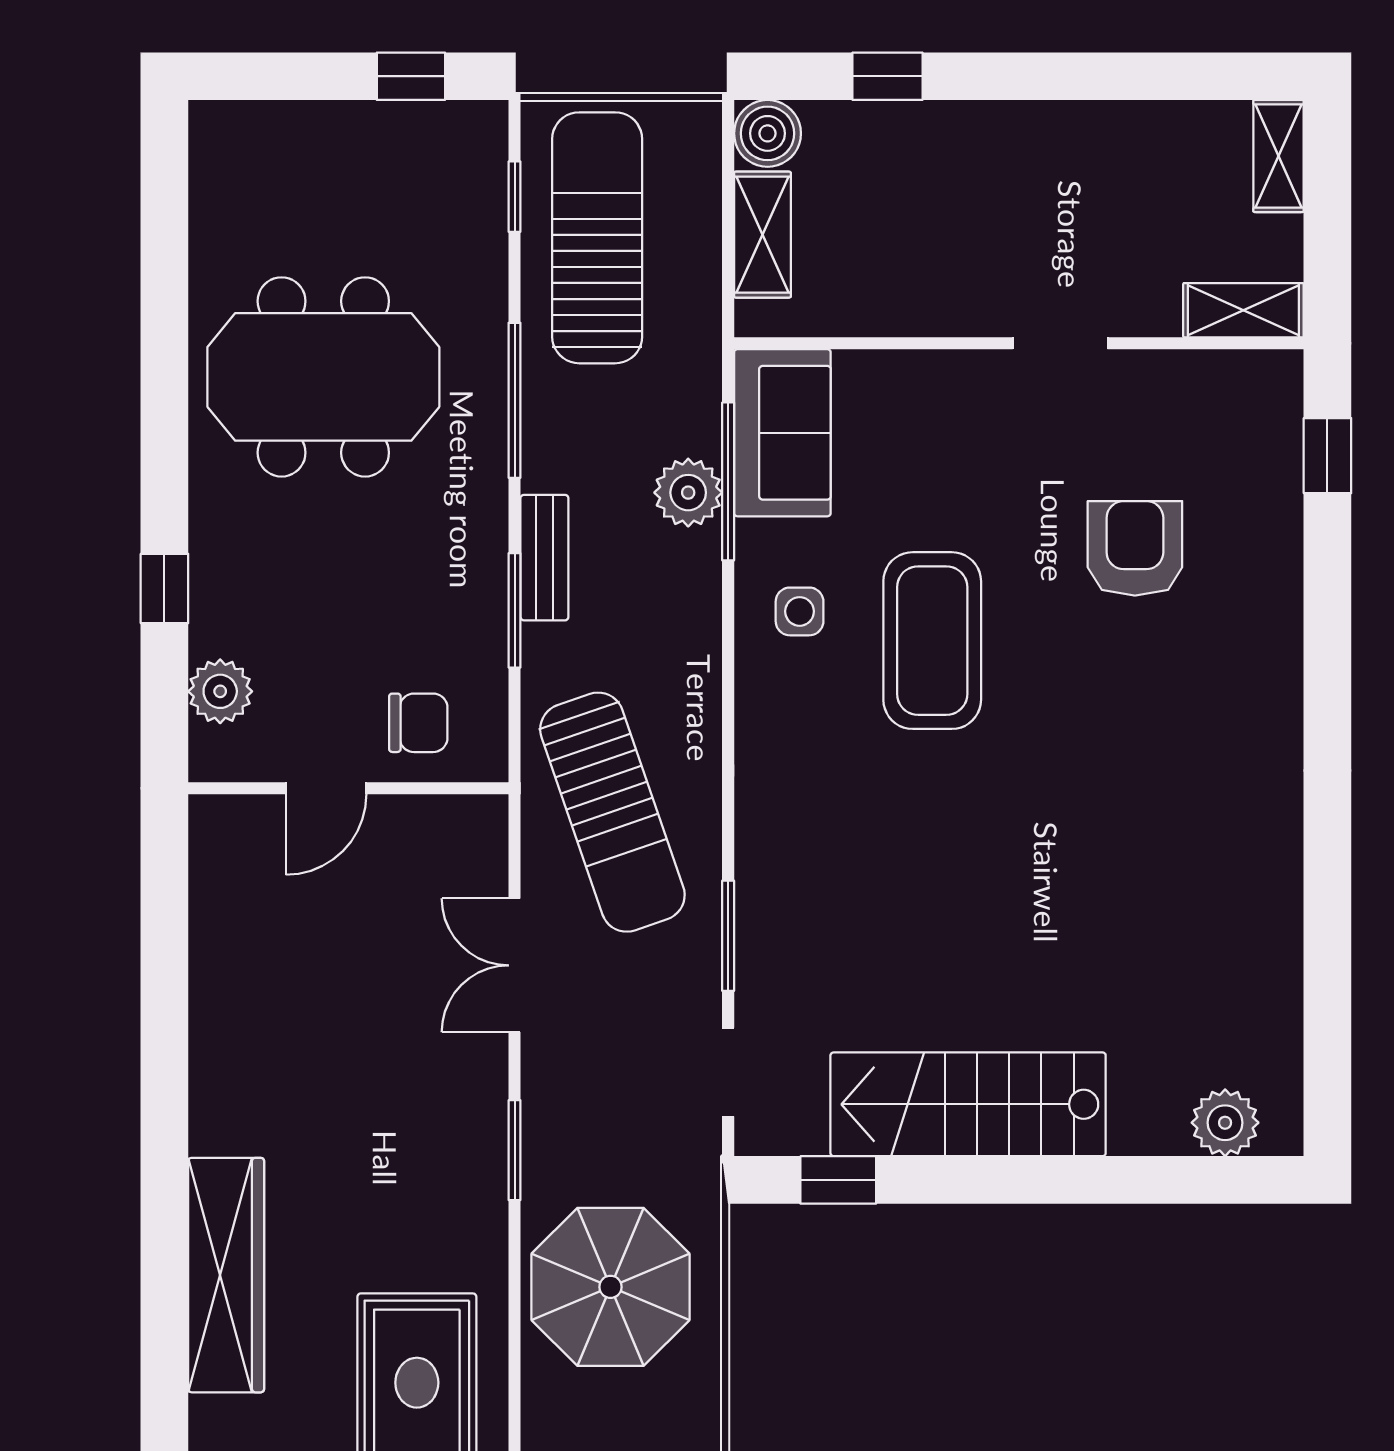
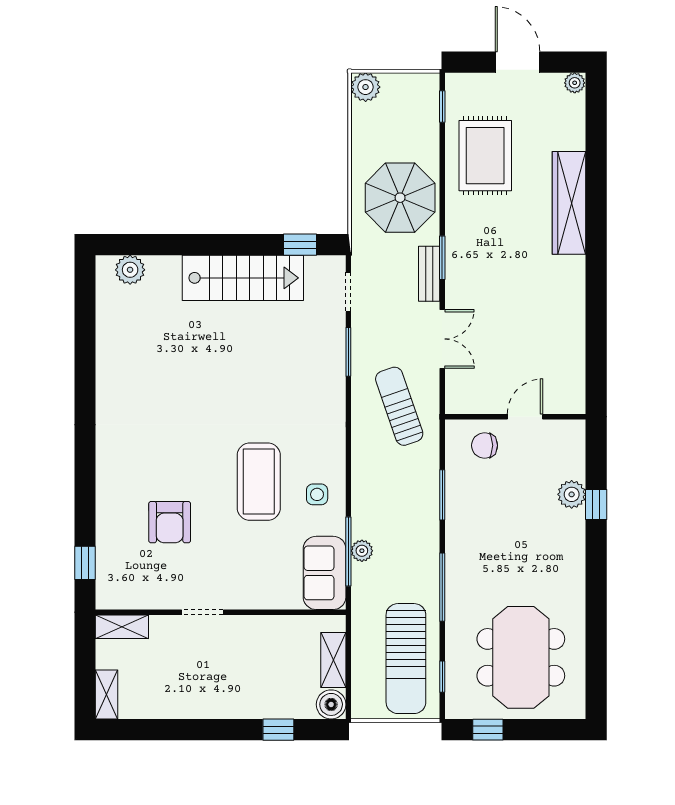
meeting table: (323, 377) -> (521, 657), moved, turned 90
plant: (688, 493) -> (362, 551), width x0.73, depth x0.73
bench: (544, 558) -> (429, 274), moved
plant: (220, 691) -> (572, 494), moved
sun lounger: (612, 812) -> (399, 406), width x0.73, depth x0.75

